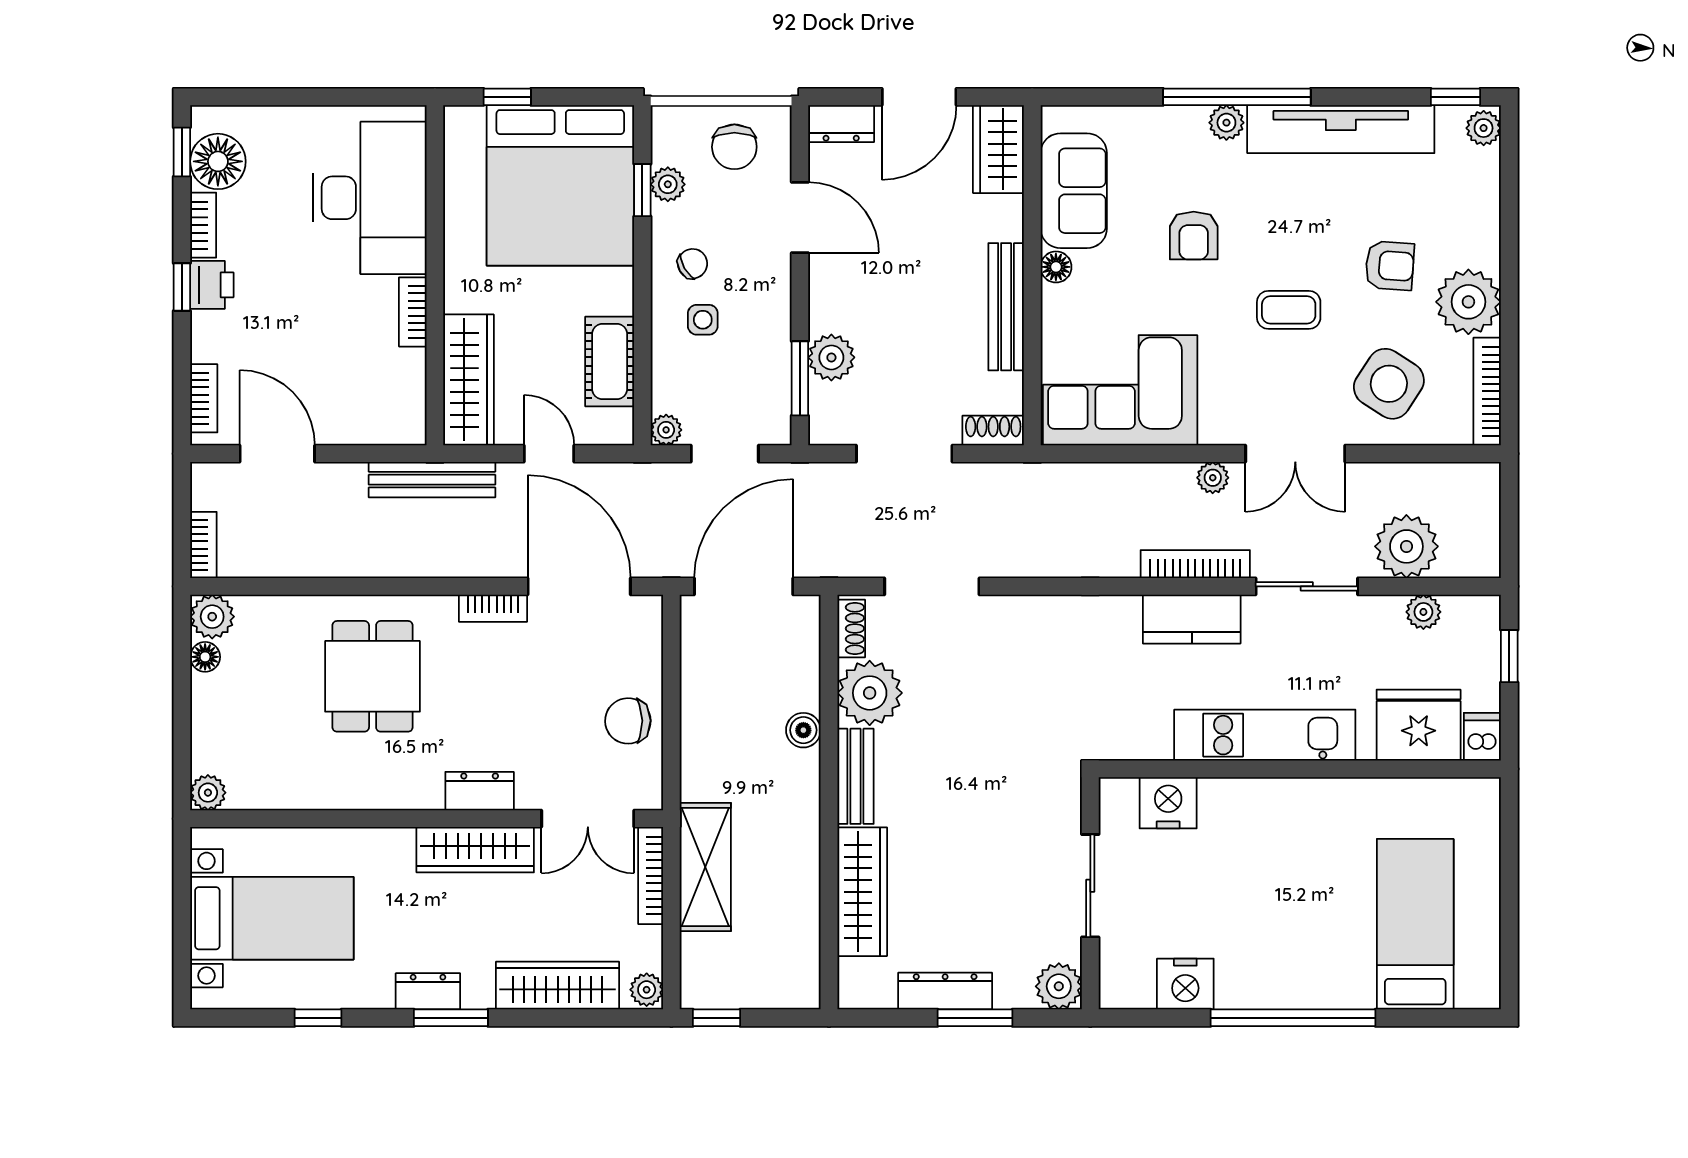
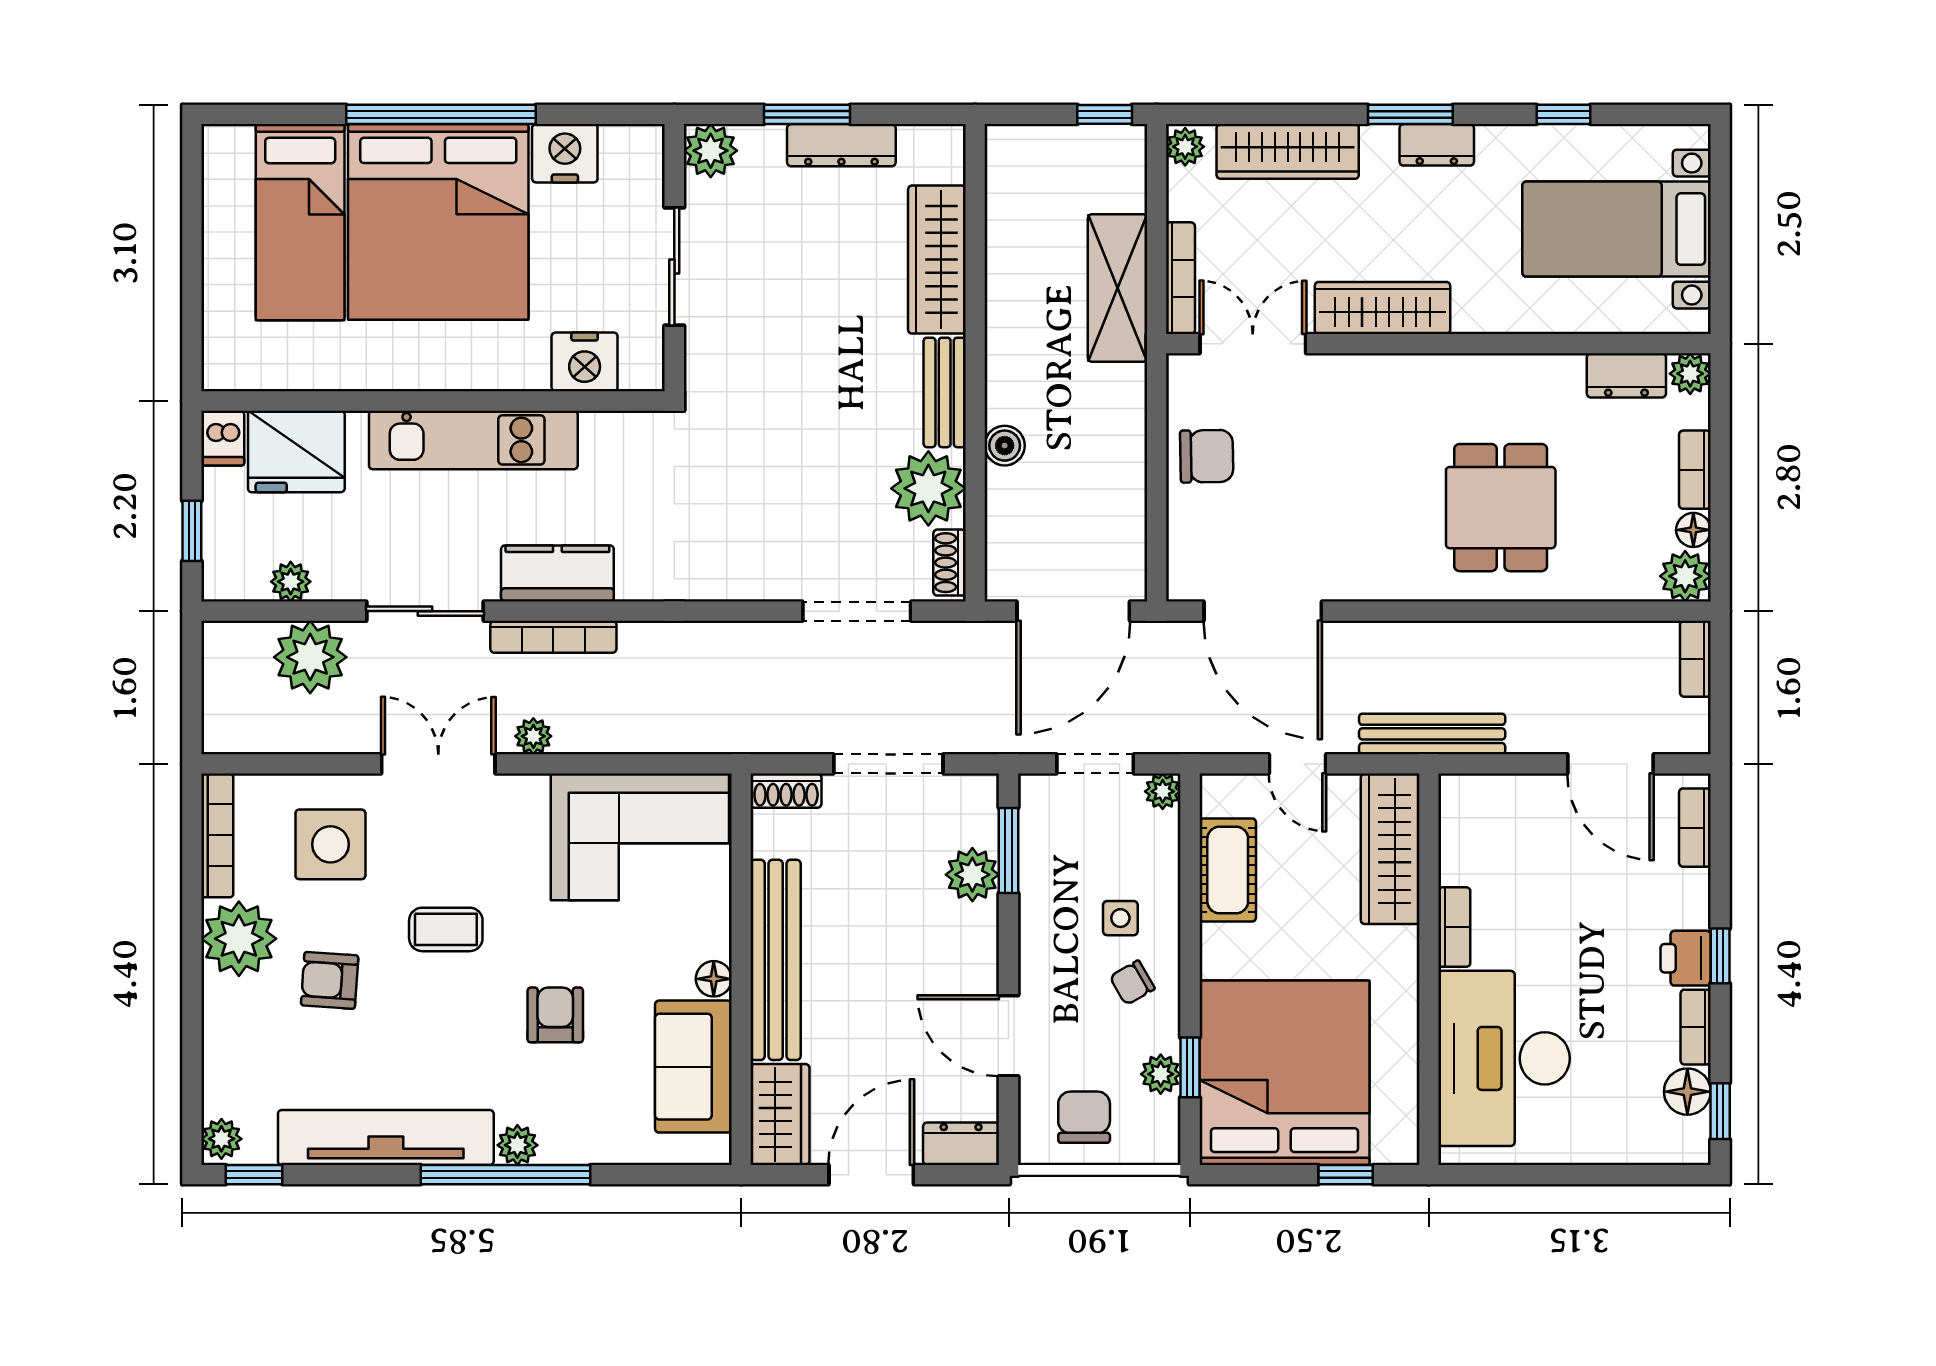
floor lamp: (218, 161) -> (1687, 1092), width x0.73, depth x0.73
bench: (1006, 307) -> (776, 960), width x1.37, depth x1.21
side table: (1389, 384) -> (330, 844), turned -33
bookcase: (493, 608) -> (1695, 470), moved, turned -90
dresser: (480, 791) -> (1626, 375), moved
bed: (1295, 924) -> (438, 222), added

